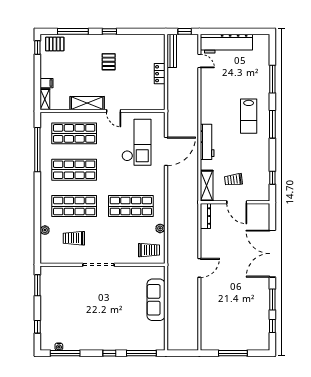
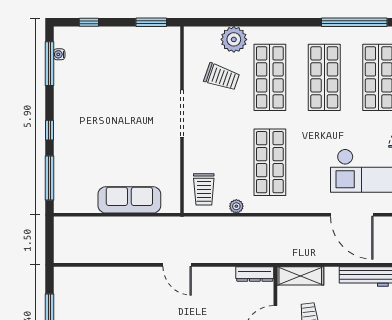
plant: (45, 230) -> (234, 39), width x1.87, depth x1.87
trolley: (74, 238) -> (222, 77), turned 109

